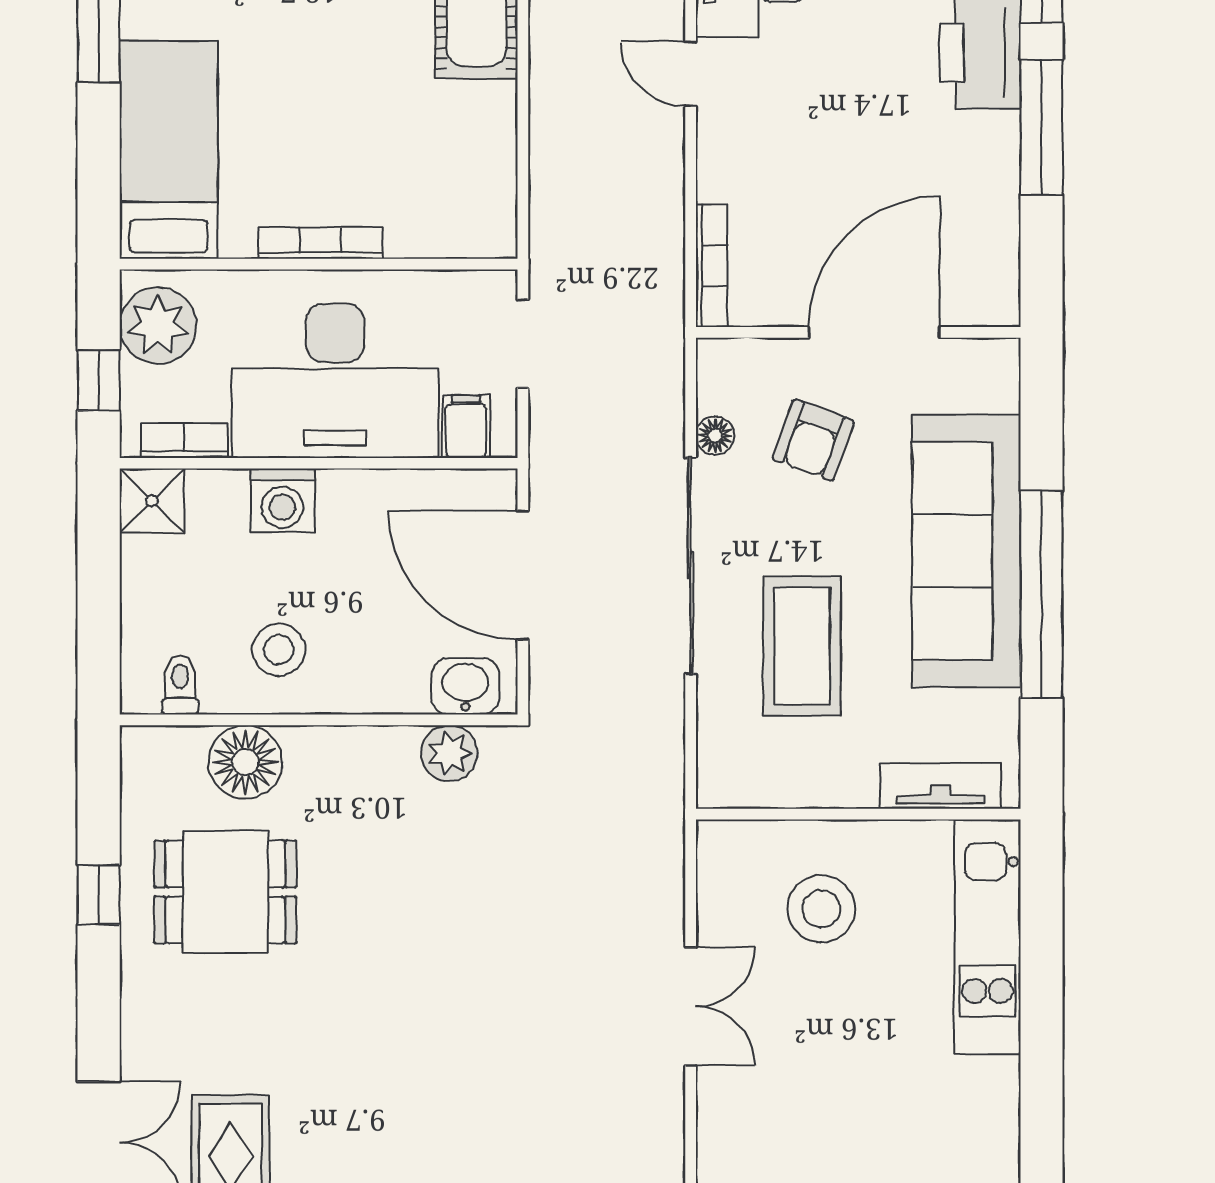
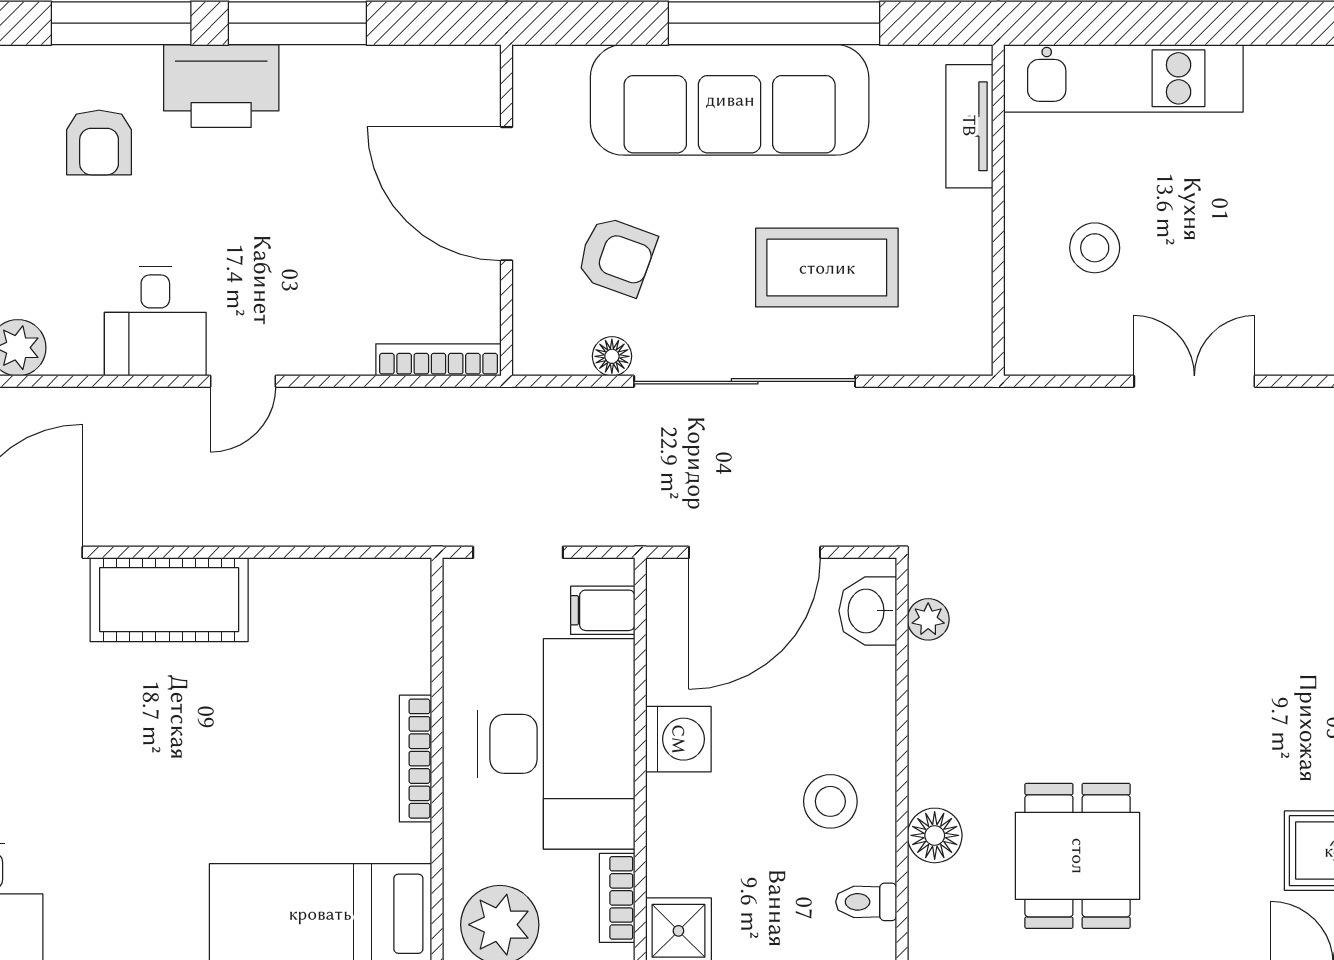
washing machine: (282, 501) -> (678, 739), moved
plant: (449, 753) -> (928, 619), width x0.73, depth x0.73
floor lamp: (245, 762) -> (935, 835), width x0.73, depth x0.73
stool: (821, 909) -> (1095, 248), width x0.73, depth x0.73

